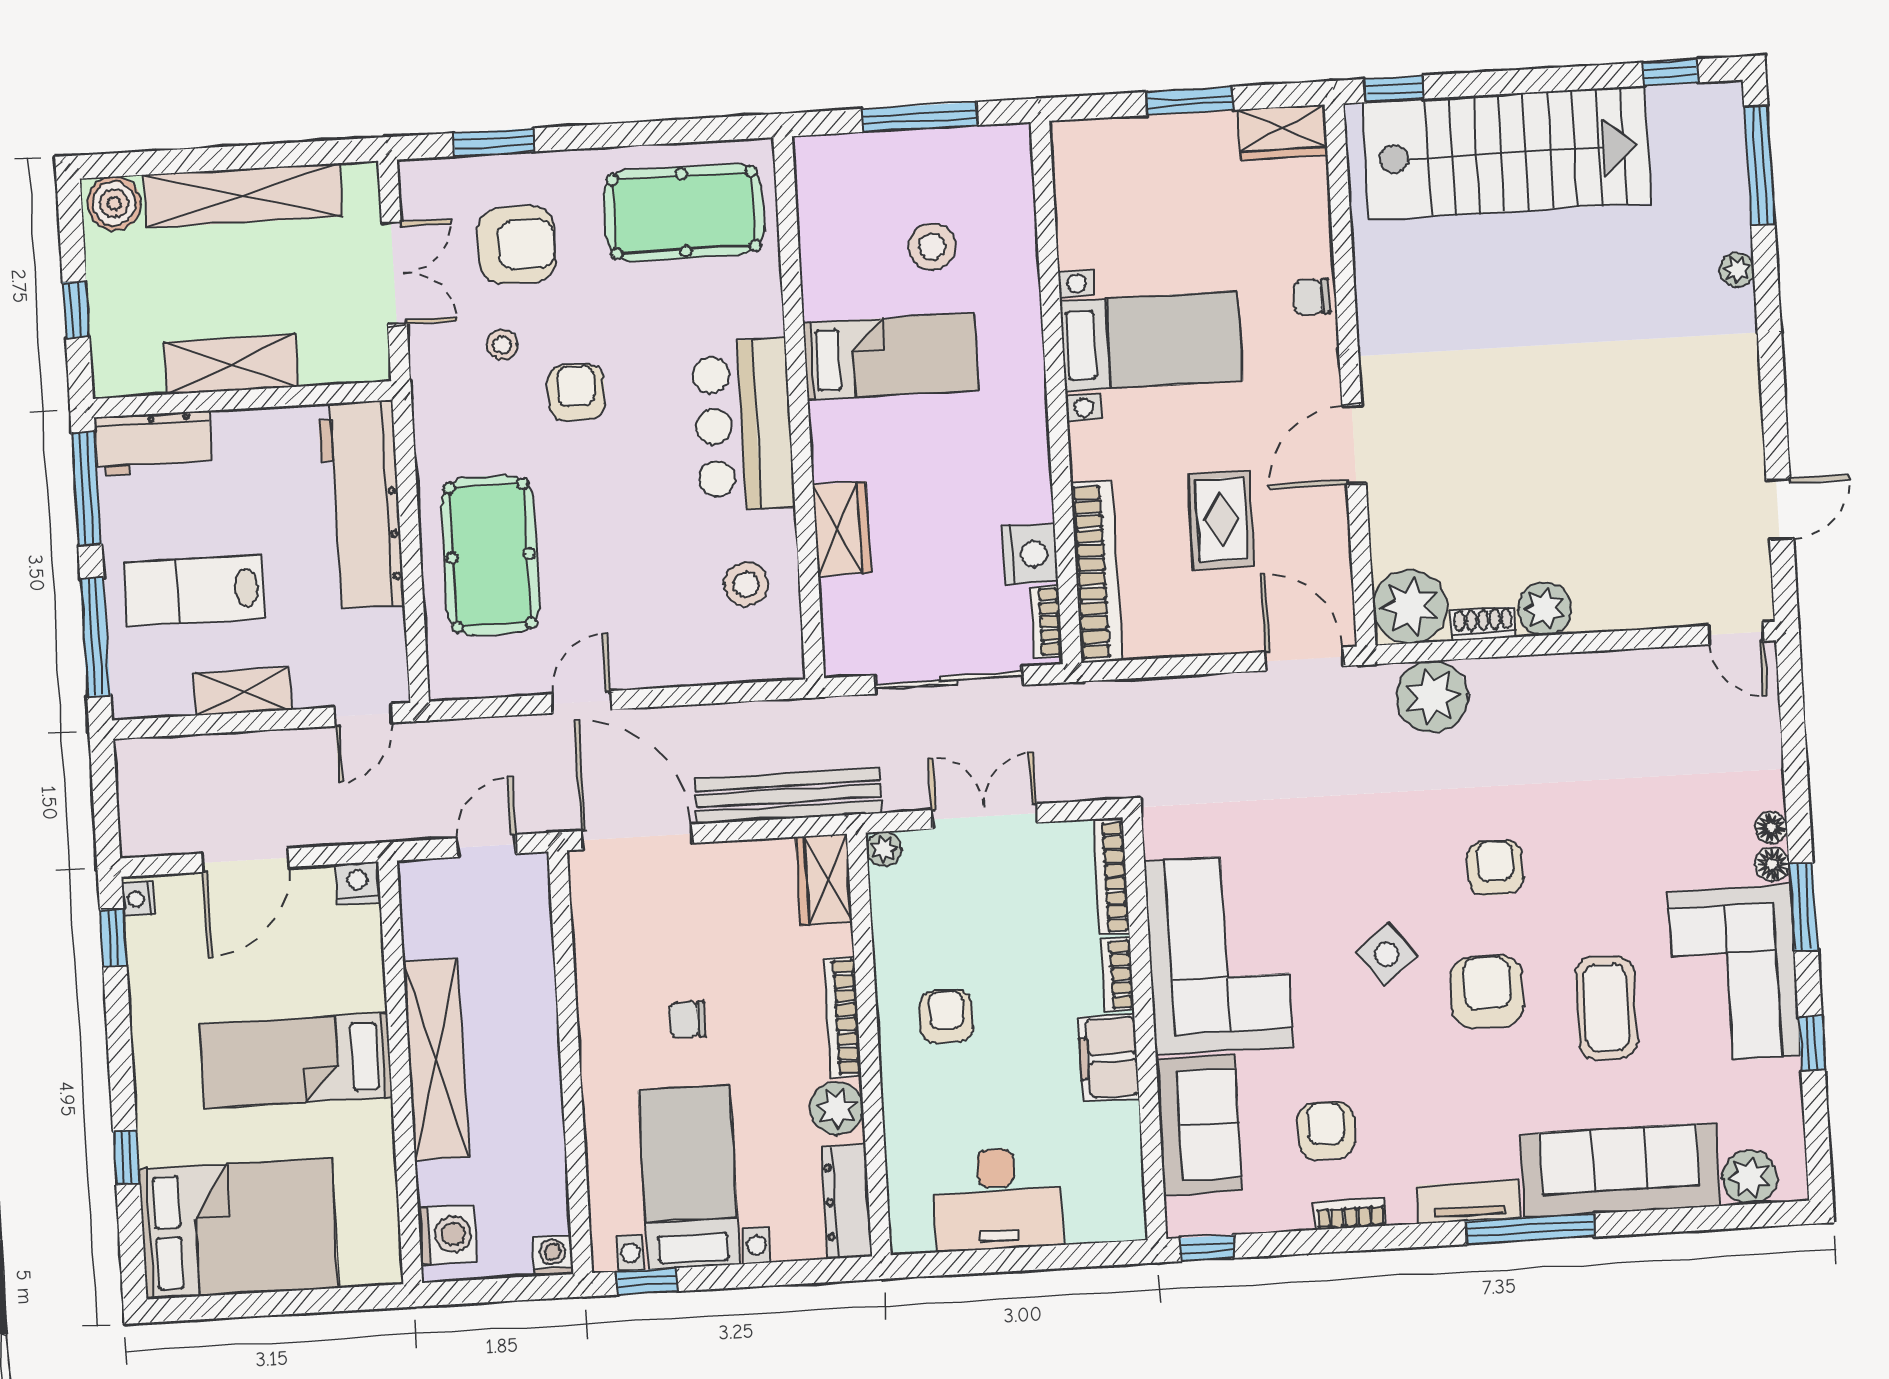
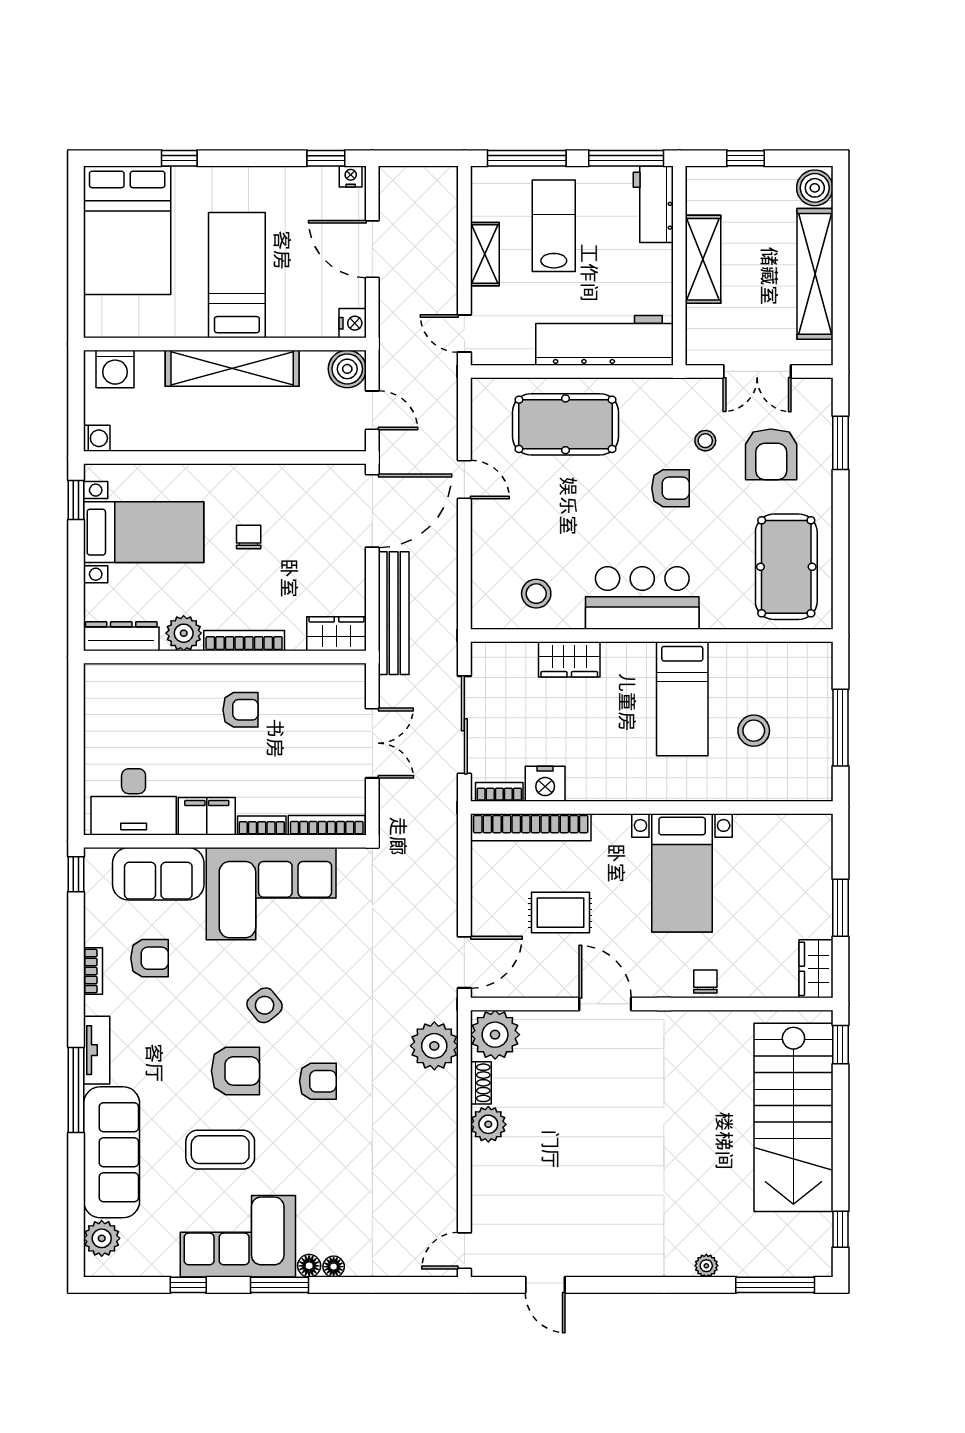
plant: (884, 849) -> (355, 675), removed
boiler: (427, 887) -> (347, 369), added
desk: (997, 1199) -> (134, 802), moved, turned -90

